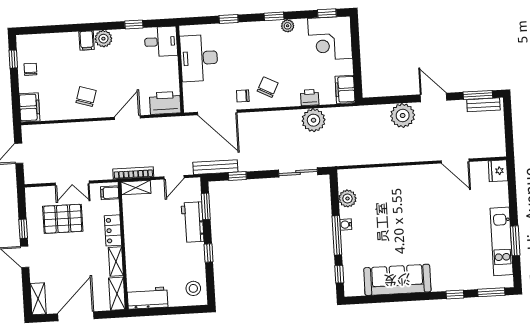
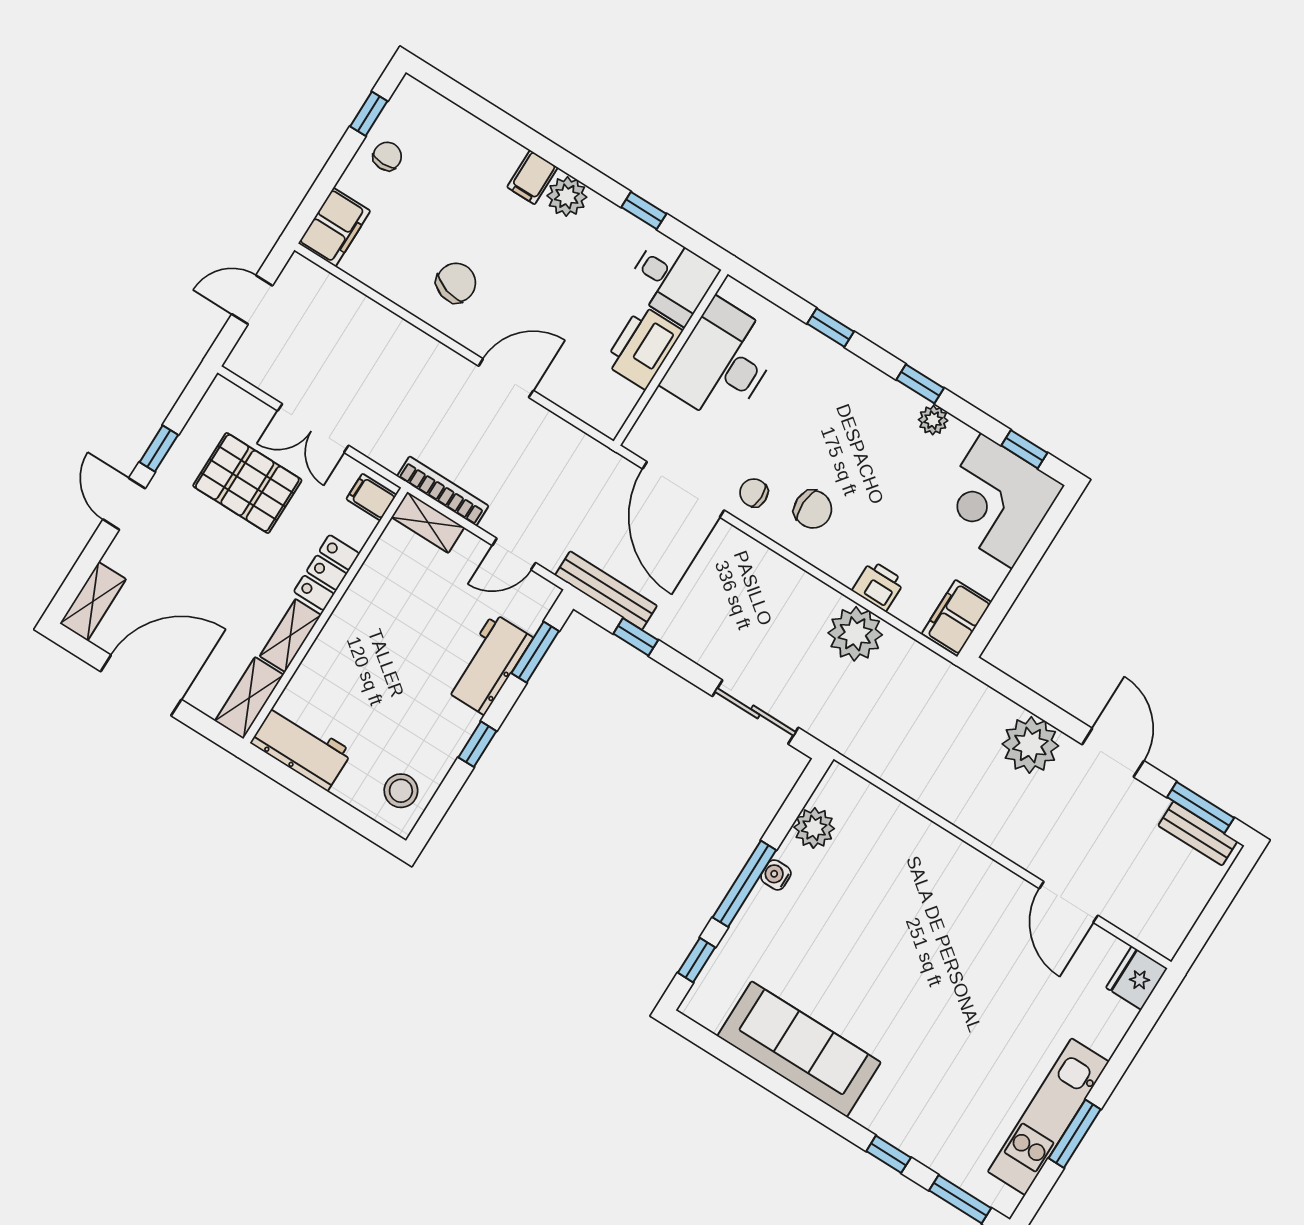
chair: (268, 87) -> (813, 509), turned 65
printer: (165, 103) -> (643, 347), moved, turned -90

